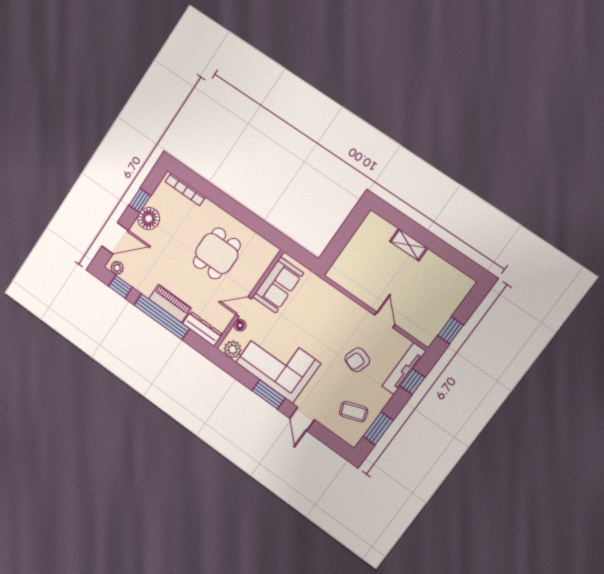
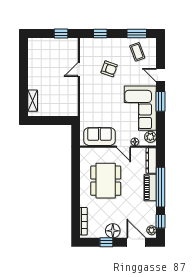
shelving: (409, 245) -> (33, 101), moved
dining table: (217, 253) -> (106, 181), width x1.38
tv unit: (404, 369) -> (97, 42), removed
door: (302, 419) -> (160, 75), swing flipped

